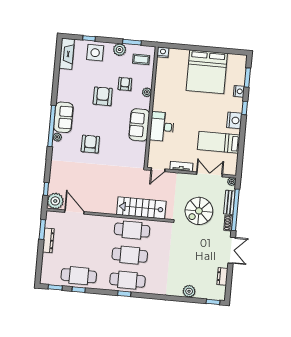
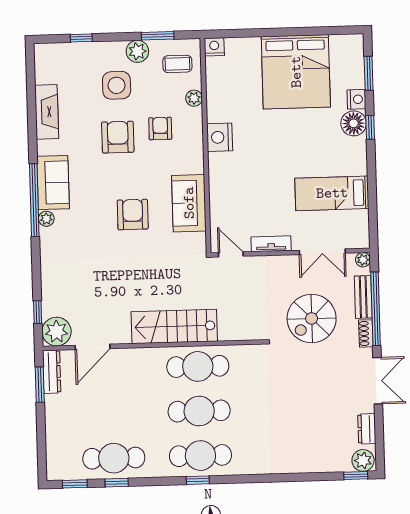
side table: (95, 53) -> (117, 85), moved
fireplace: (67, 54) -> (47, 112), moved
armchair: (125, 84) -> (160, 128), moved
plant: (147, 92) -> (194, 98), moved
floor lamp: (236, 105) -> (354, 123), added
nightstand: (234, 120) -> (220, 137), moved, turned 180
sofa: (139, 125) -> (189, 203), moved
desk: (162, 127) -> (228, 178), removed
armchair: (90, 144) -> (133, 215), moved
door: (158, 170) -> (231, 254), swing flipped
double door: (209, 174) -> (322, 252), swing flipped
stairs: (141, 208) -> (174, 326), moved
door: (74, 212) -> (93, 347), swing flipped
dresser: (48, 240) -> (52, 372), moved
plant: (189, 291) -> (363, 460), moved

